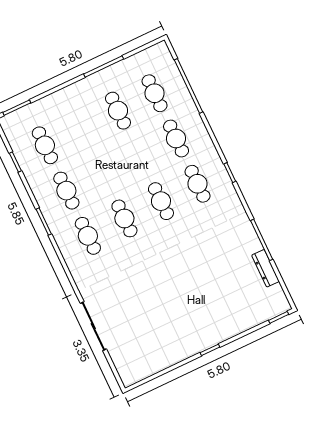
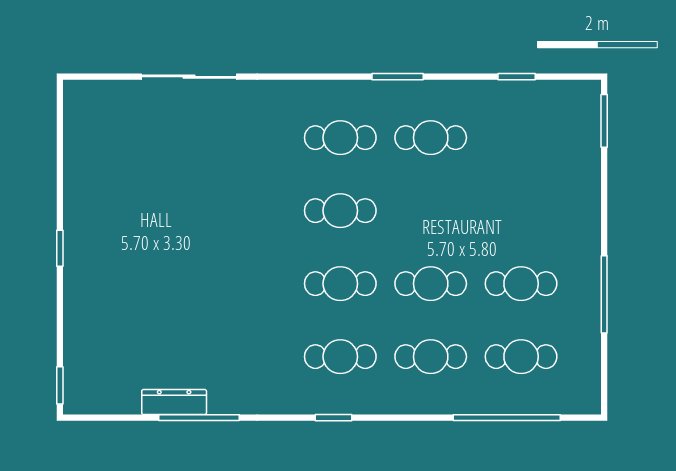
cafe table: (45, 145) -> (431, 284), moved
dresser: (265, 268) -> (174, 402), moved

